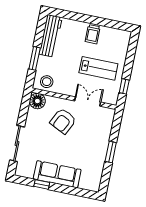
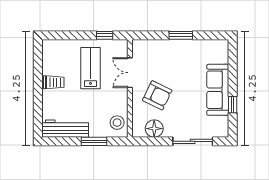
floor lamp: (37, 101) -> (154, 129), moved

